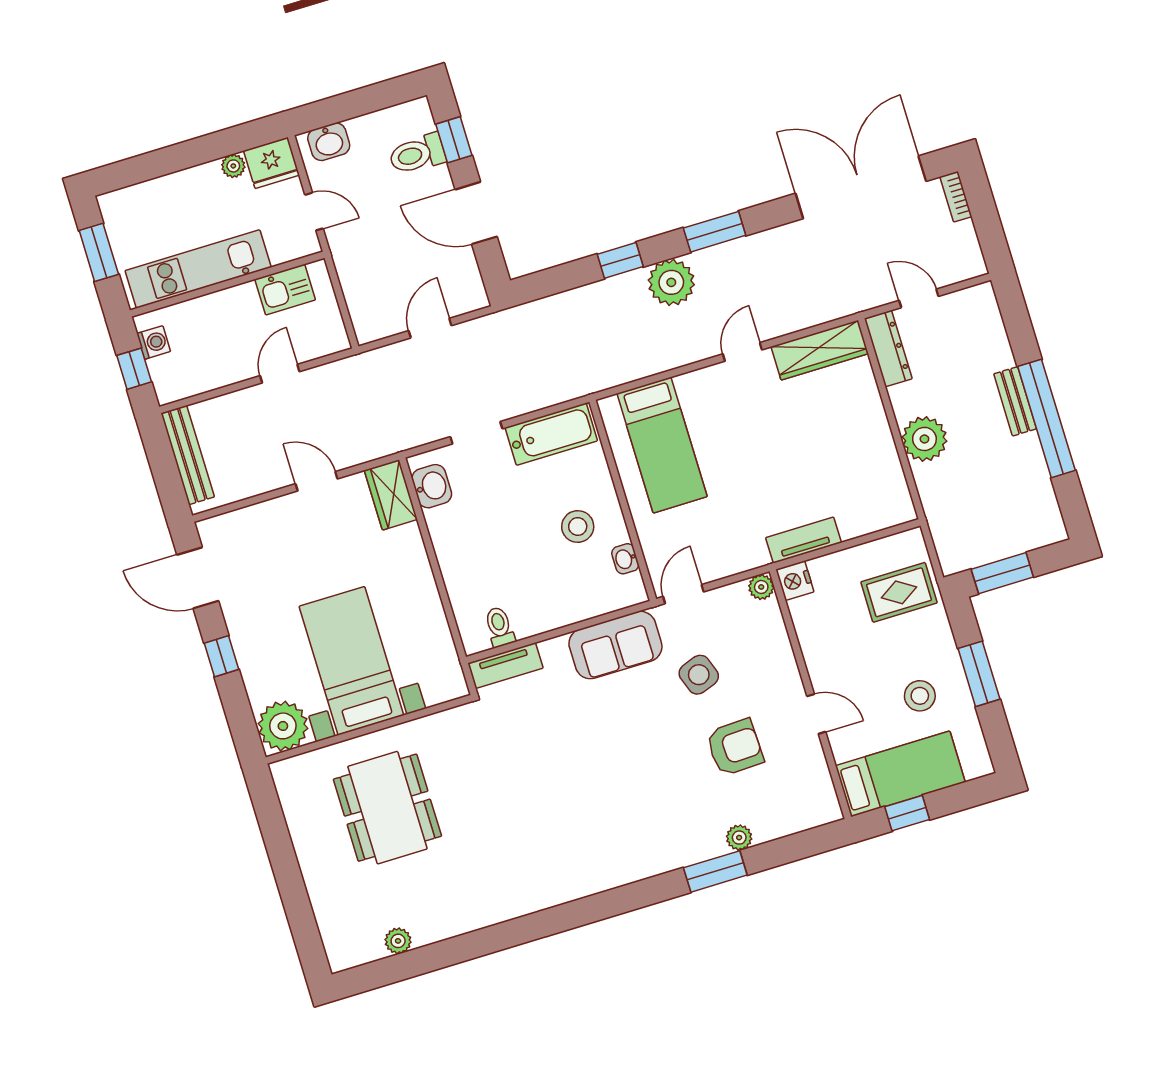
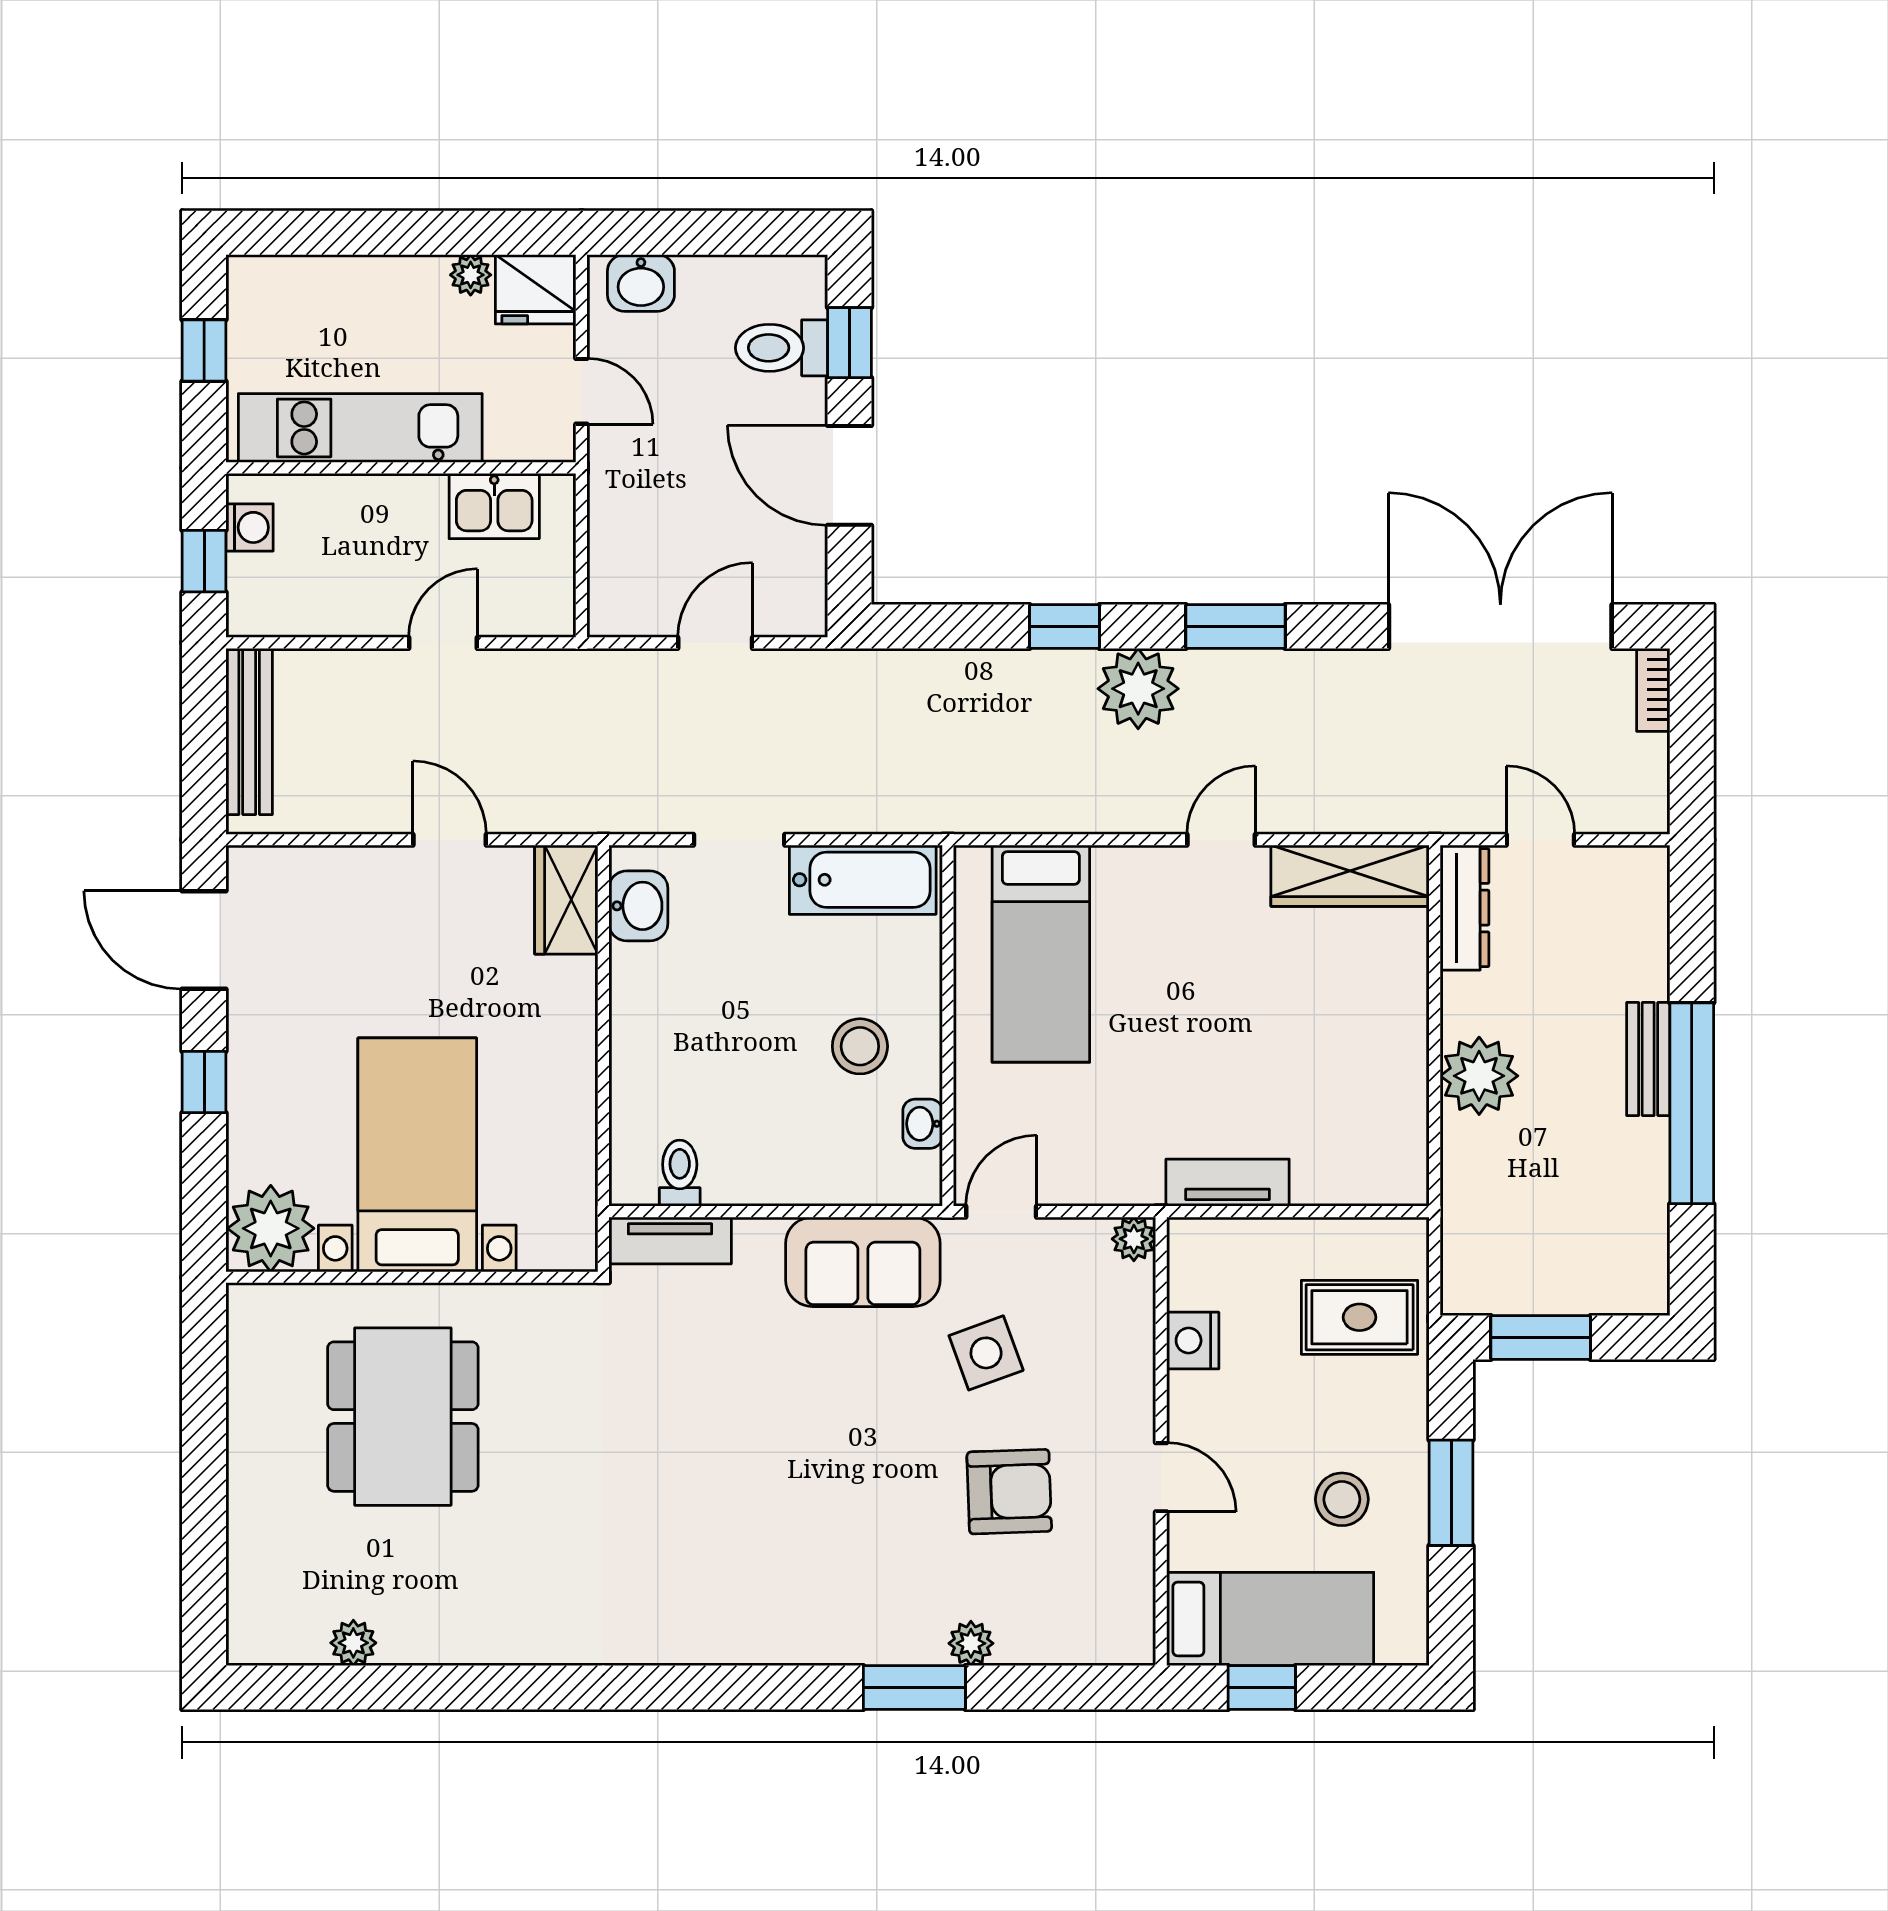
window: (99, 252) -> (204, 350), width x0.67
nightstand: (795, 581) -> (1193, 1341), moved

